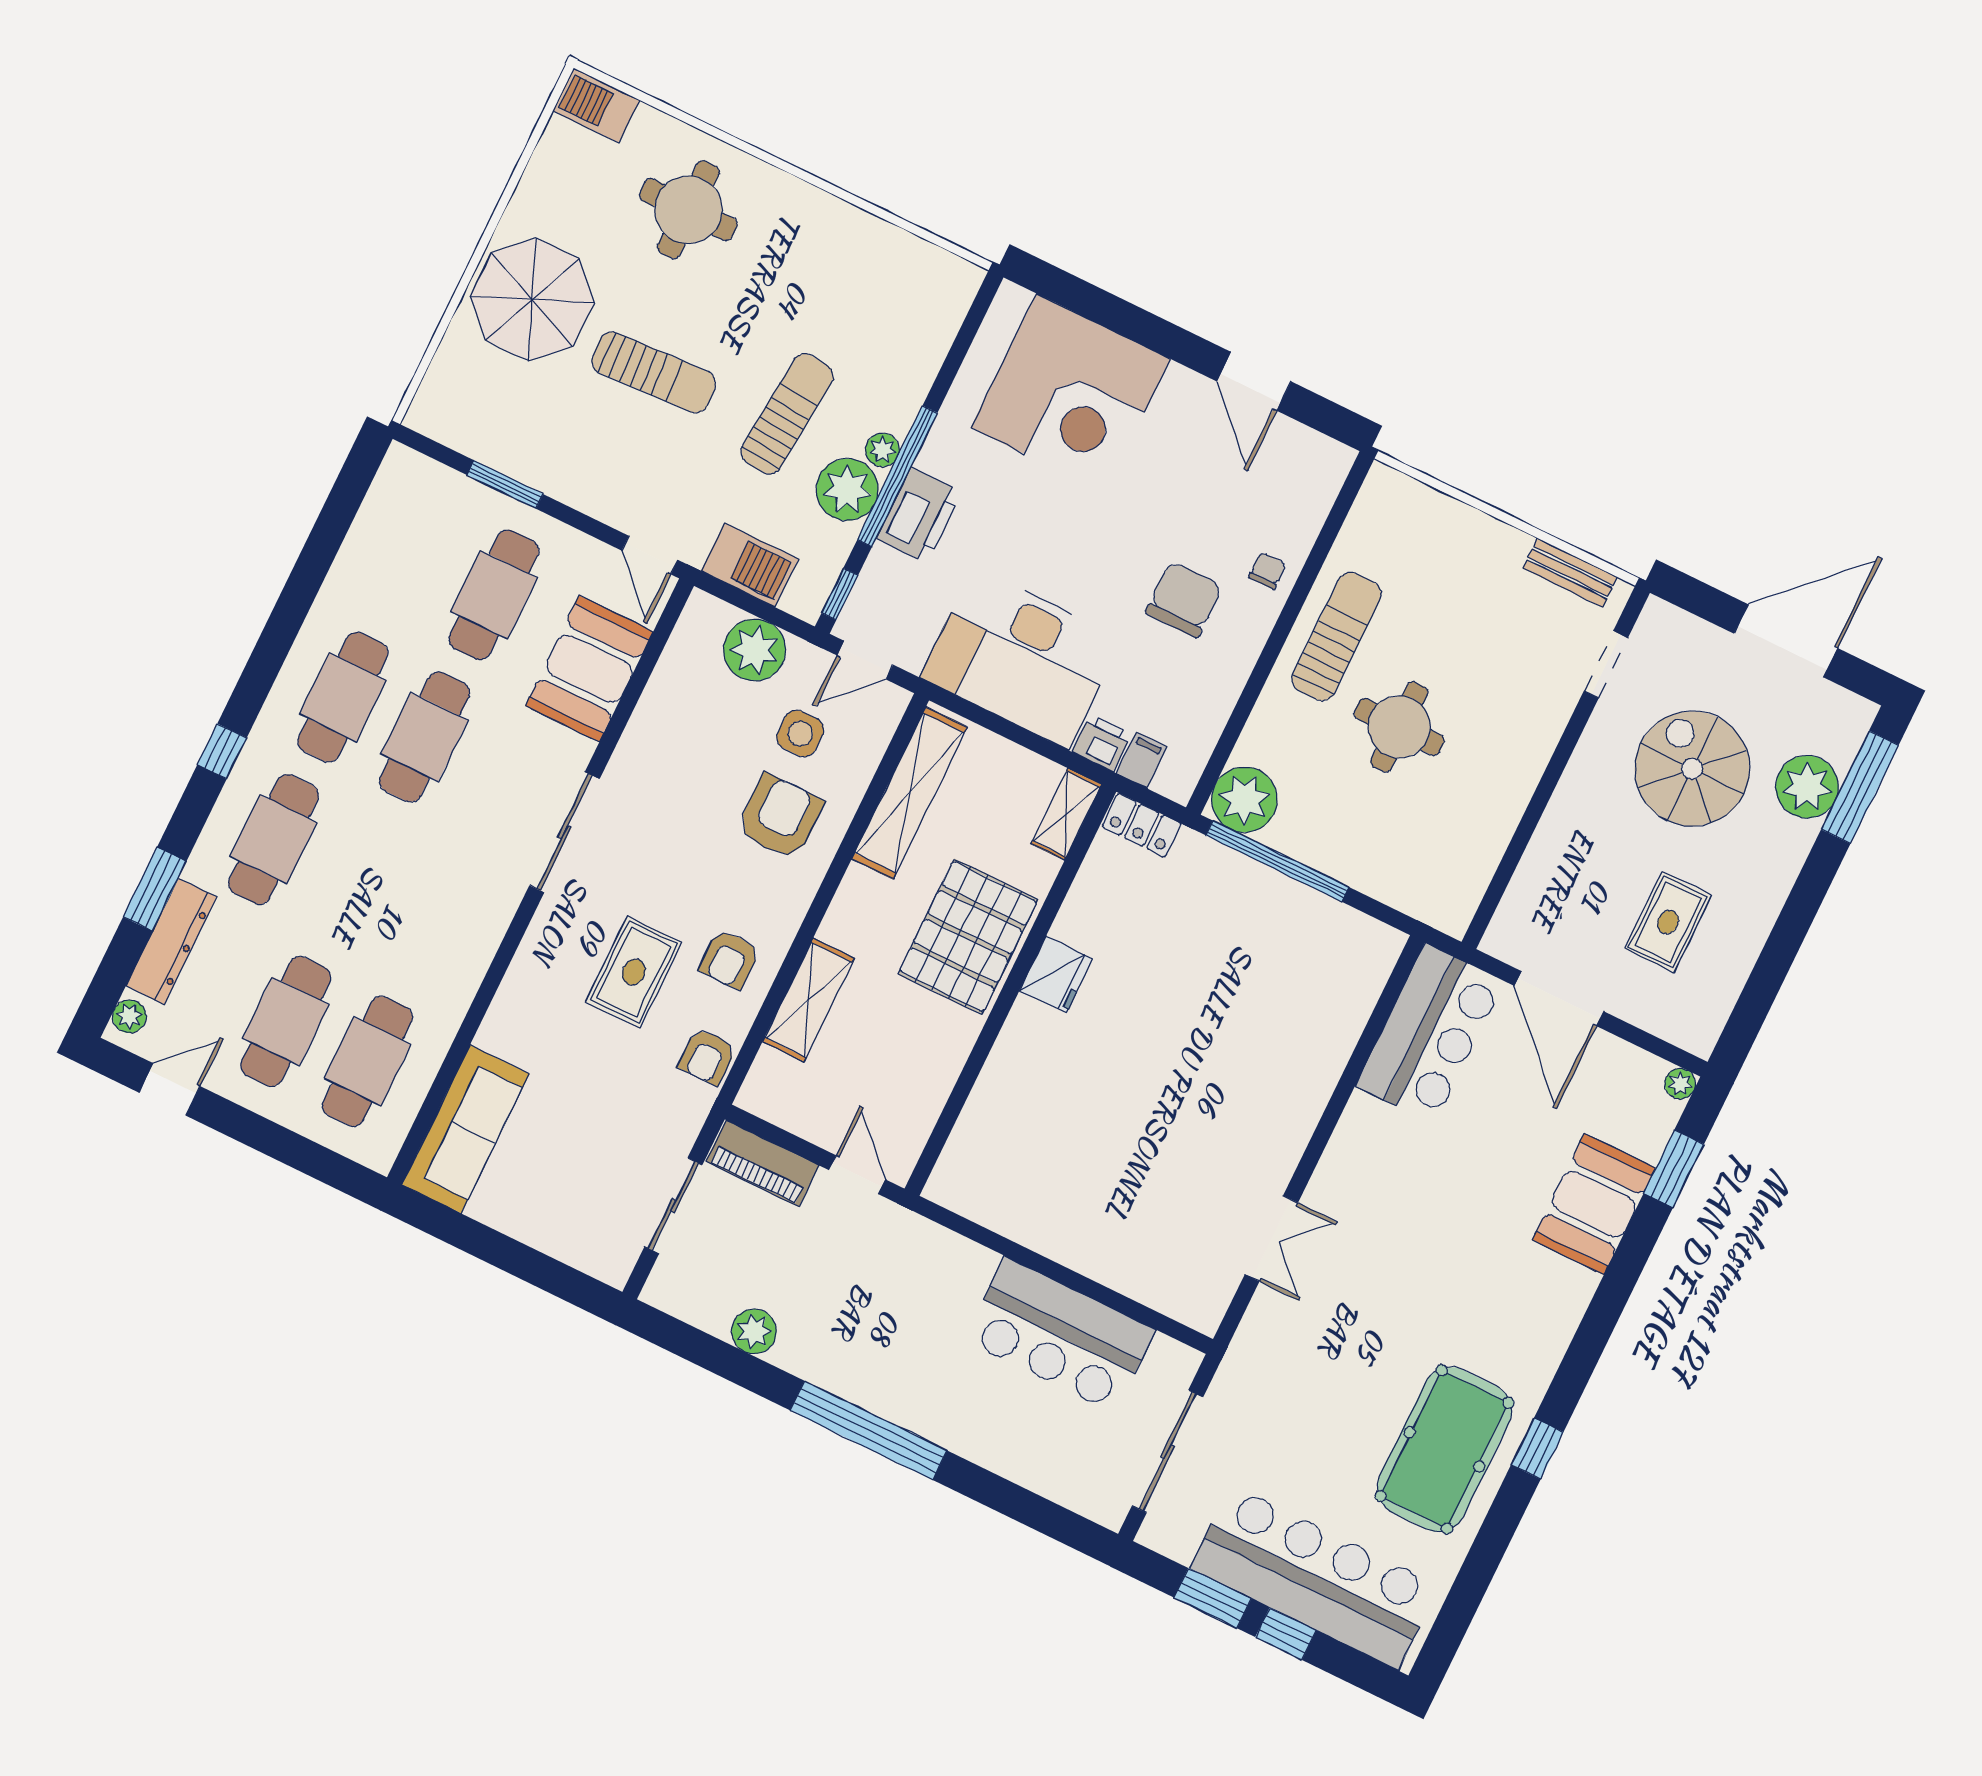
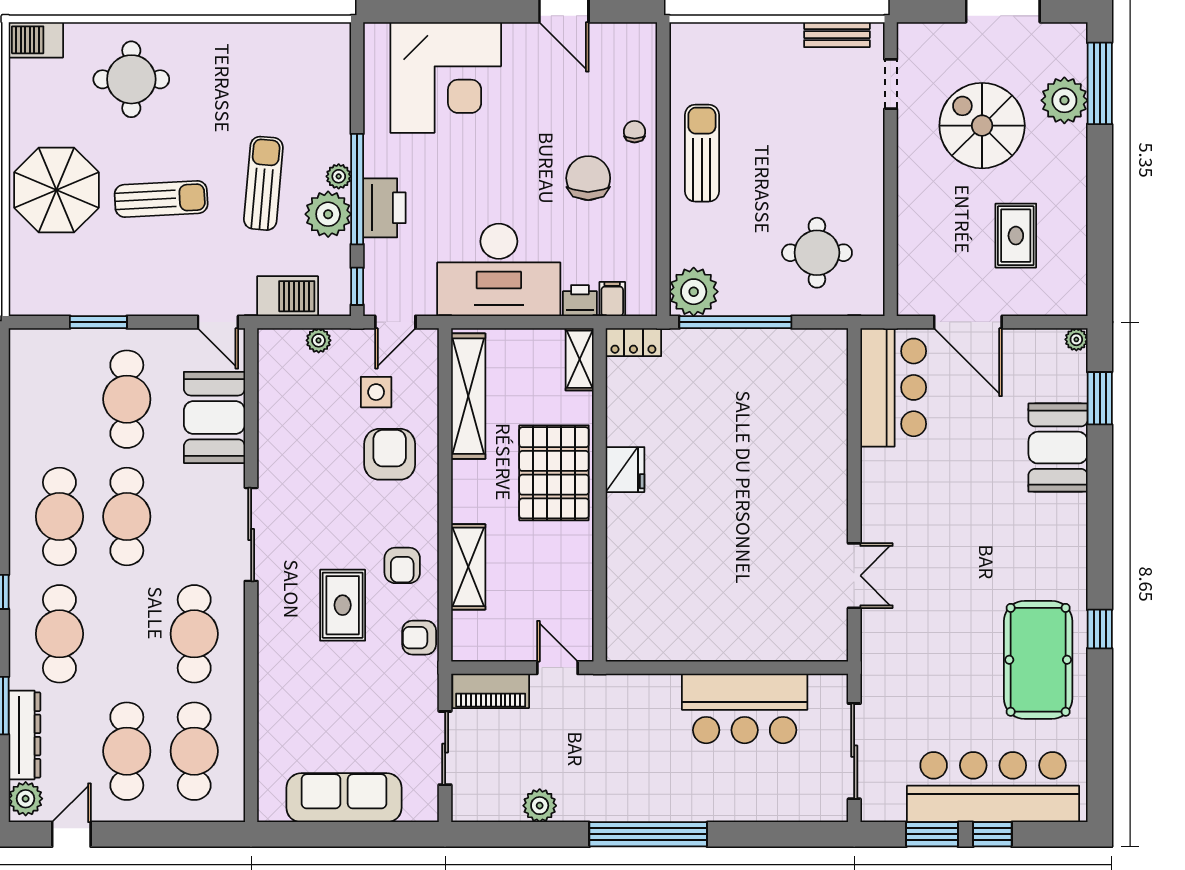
plant: (755, 650) -> (319, 340), width x0.53, depth x0.53
round table: (1399, 727) -> (817, 253), moved
cafe table: (437, 919) -> (194, 634), added
plant: (129, 1016) -> (26, 799), width x1.38, depth x1.38
armchair: (707, 1057) -> (419, 638), turned 90
sofa: (466, 1129) -> (344, 798), moved, turned -90

